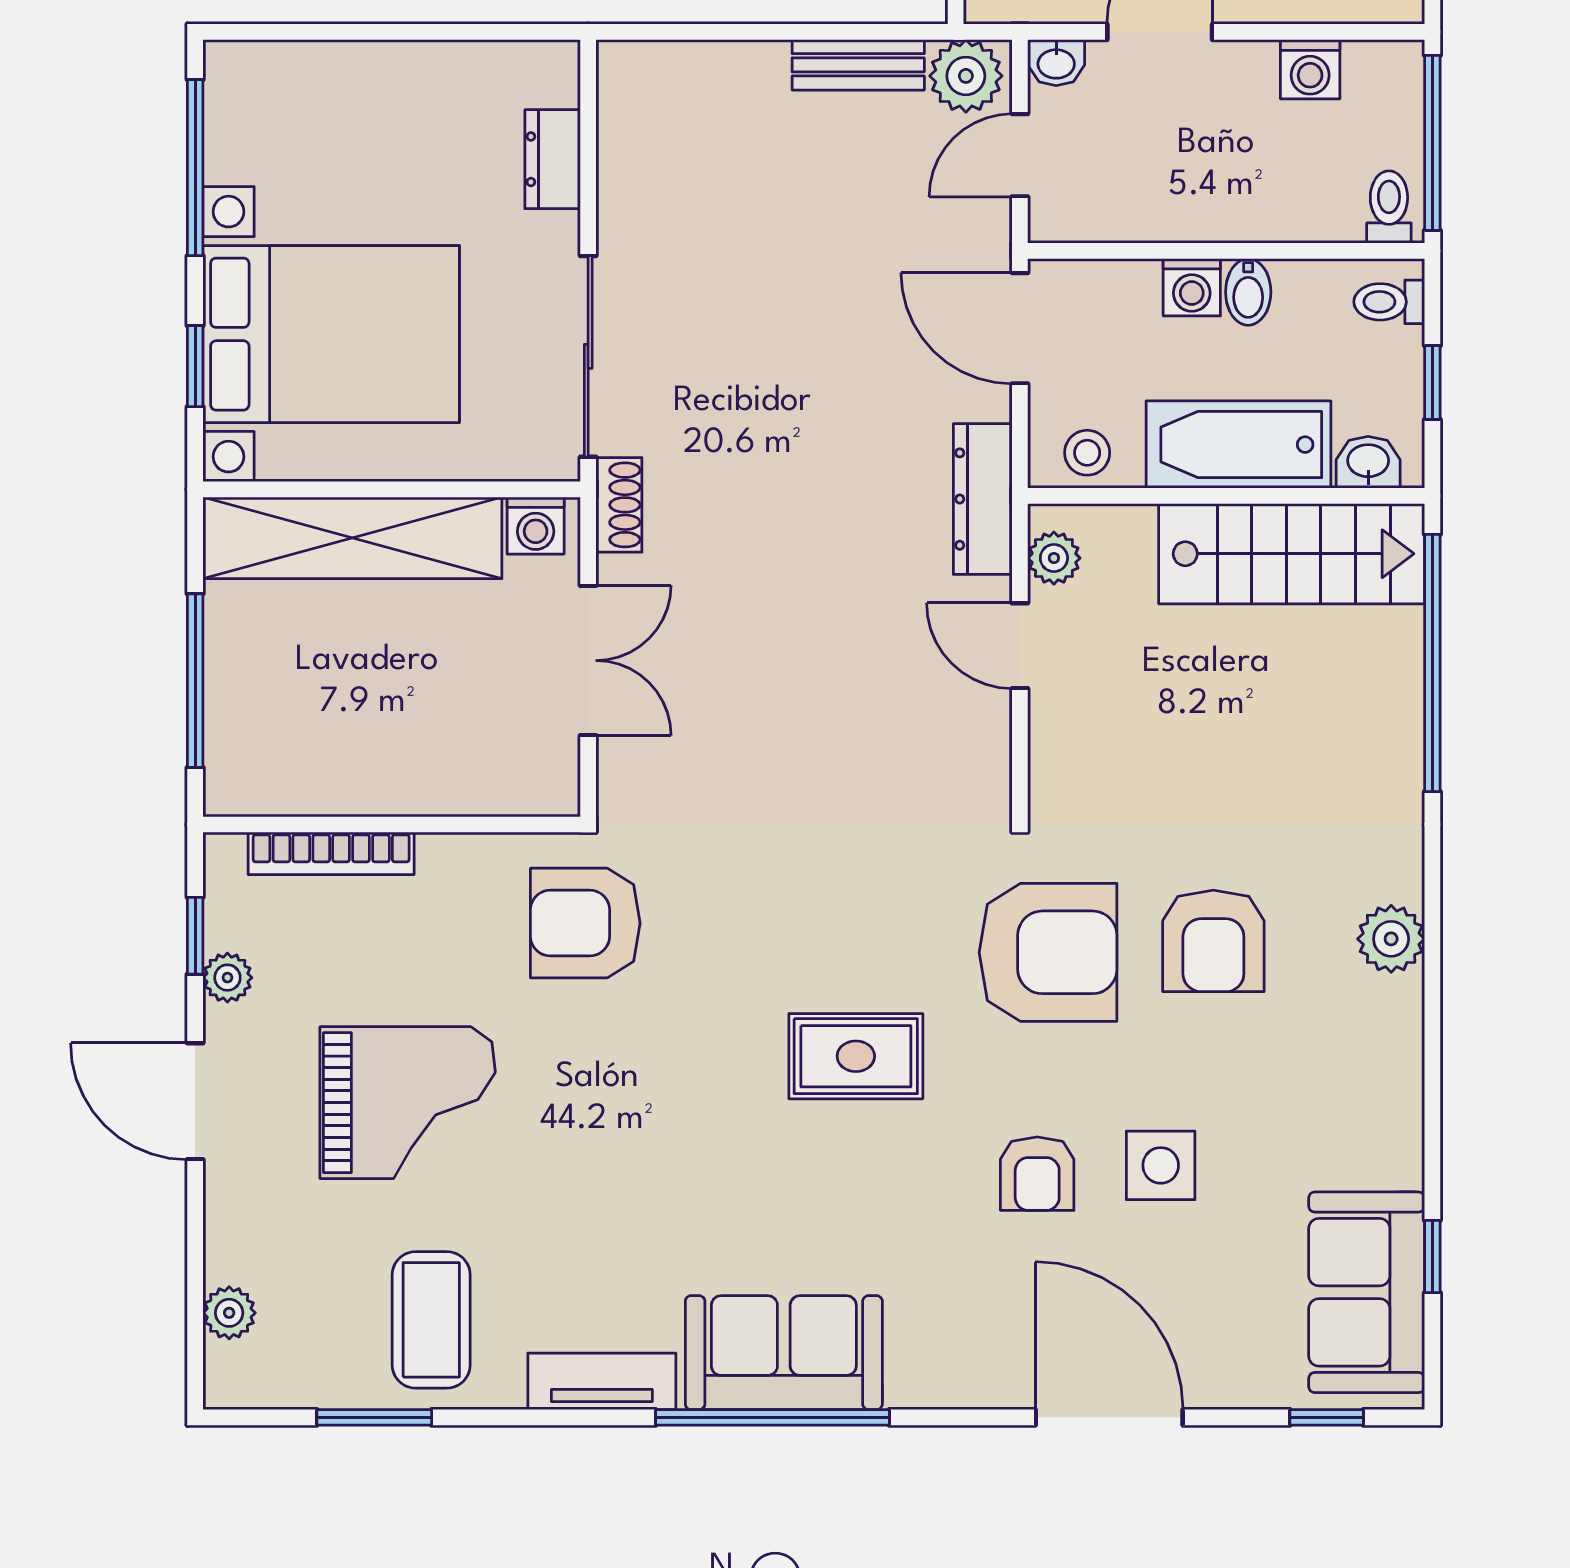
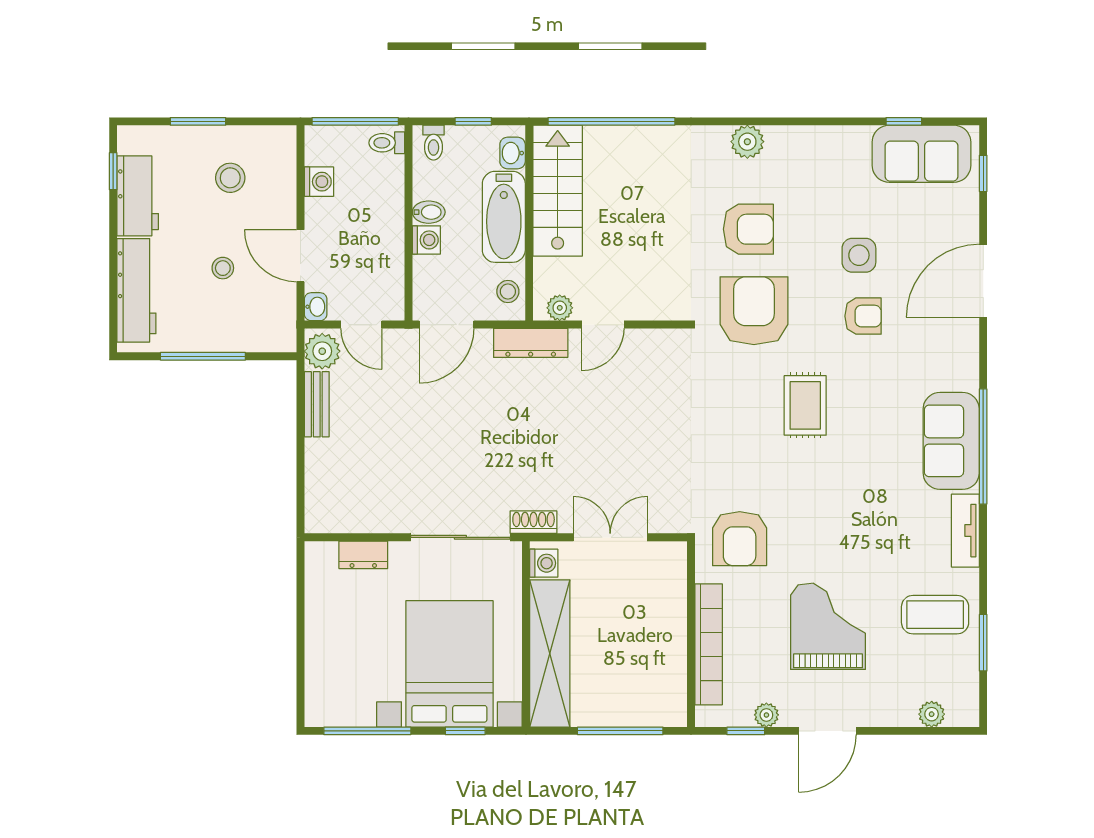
bookcase: (331, 853) -> (709, 644), width x1.48, depth x1.31

